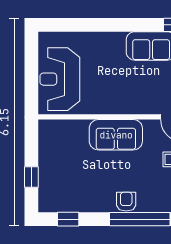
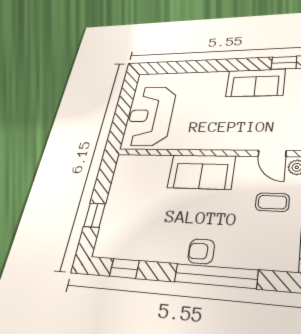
armchair: (126, 202) -> (201, 251), turned -90

